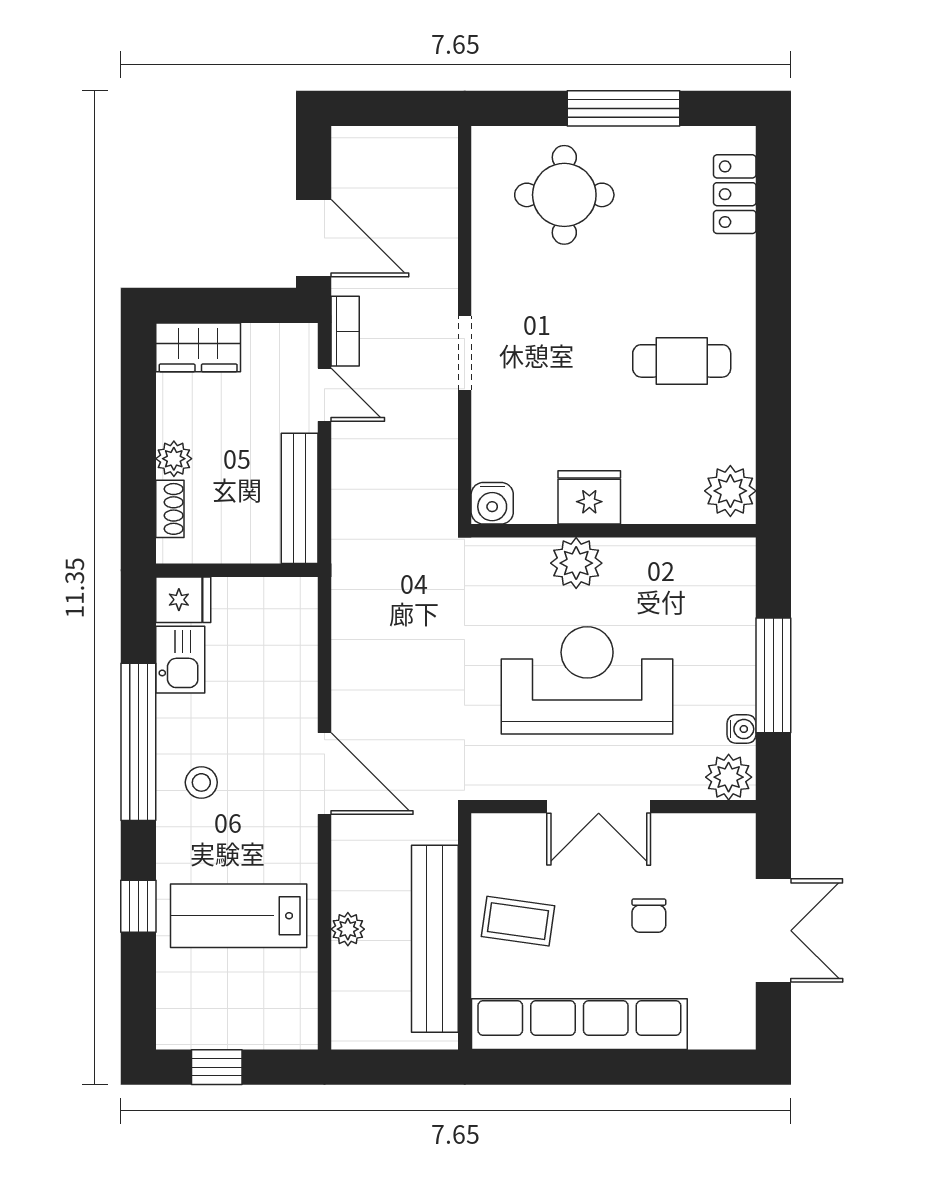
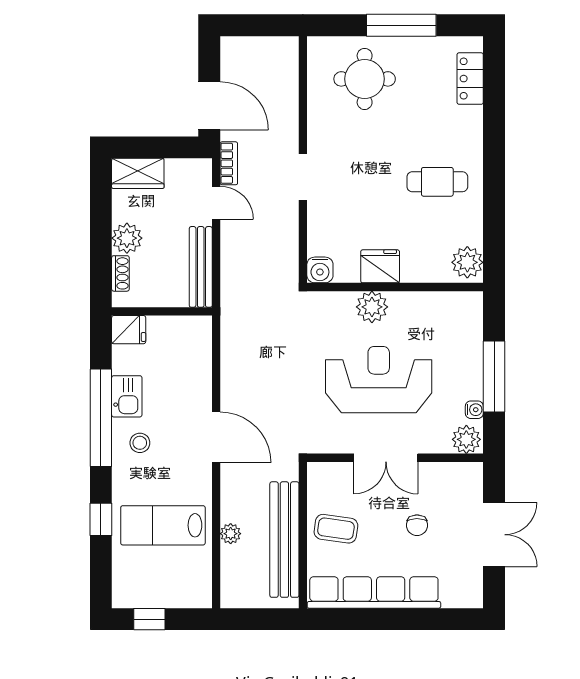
plant: (174, 459) -> (127, 238), width x1.38, depth x1.38
kitchen sink: (180, 660) -> (127, 396), moved

